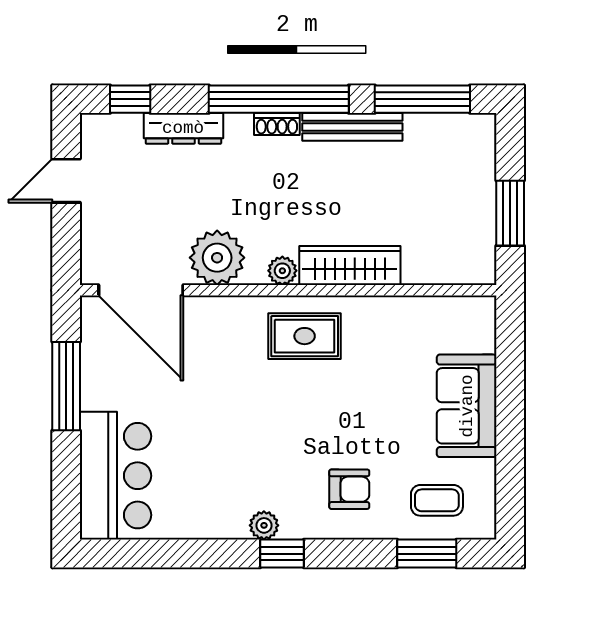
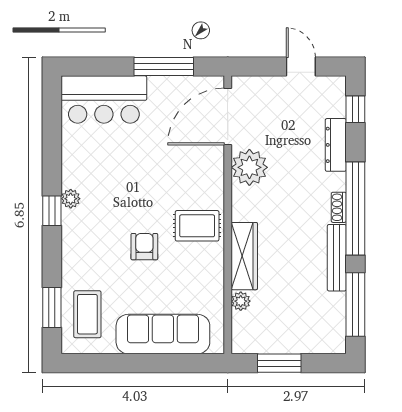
plant: (282, 271) -> (241, 301), moved
rug: (305, 336) -> (197, 226), turned 90
sofa: (467, 406) -> (163, 334), width x1.36
armchair: (349, 489) -> (144, 247), moved, turned 180
coffee table: (437, 500) -> (87, 314), width x1.36, depth x1.30

